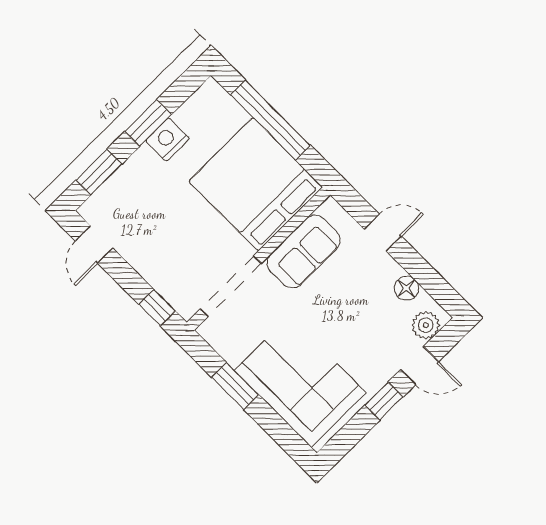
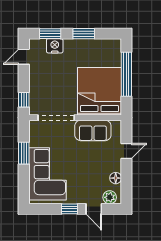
nightstand: (167, 139) -> (55, 46), moved
door: (383, 233) -> (126, 151), hinge flipped

